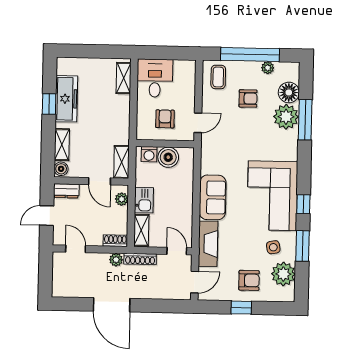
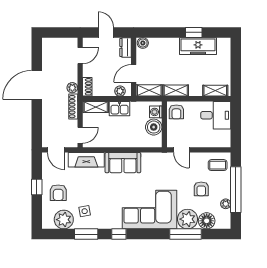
armchair: (165, 119) -> (176, 112), moved, turned 90
shelving: (62, 145) -> (176, 91), moved
corner sofa: (272, 196) -> (149, 210), moved

